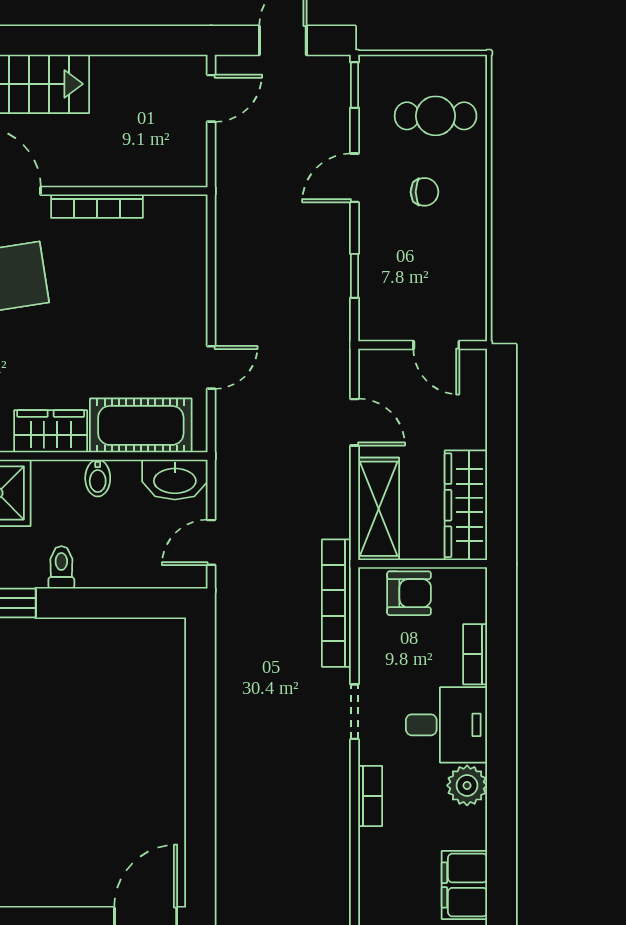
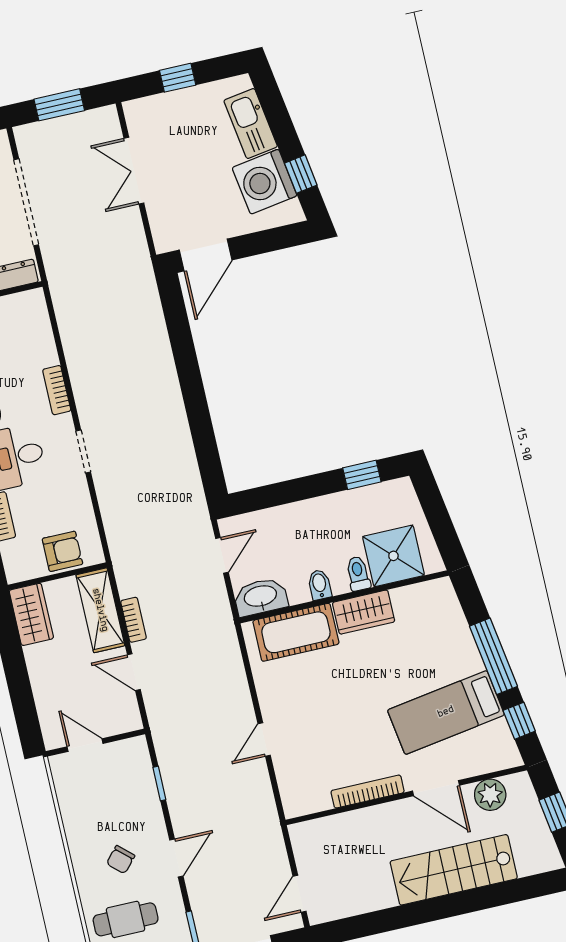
chair: (425, 192) -> (121, 860), turned -48
door: (211, 367) -> (264, 740), moved
wardrobe: (466, 505) -> (31, 614), width x0.67
toilet: (61, 567) -> (358, 574), moved, turned 180
armchair: (409, 593) -> (62, 551), turned 180
bookcase: (336, 603) -> (134, 620), moved, width x0.43, depth x0.76

